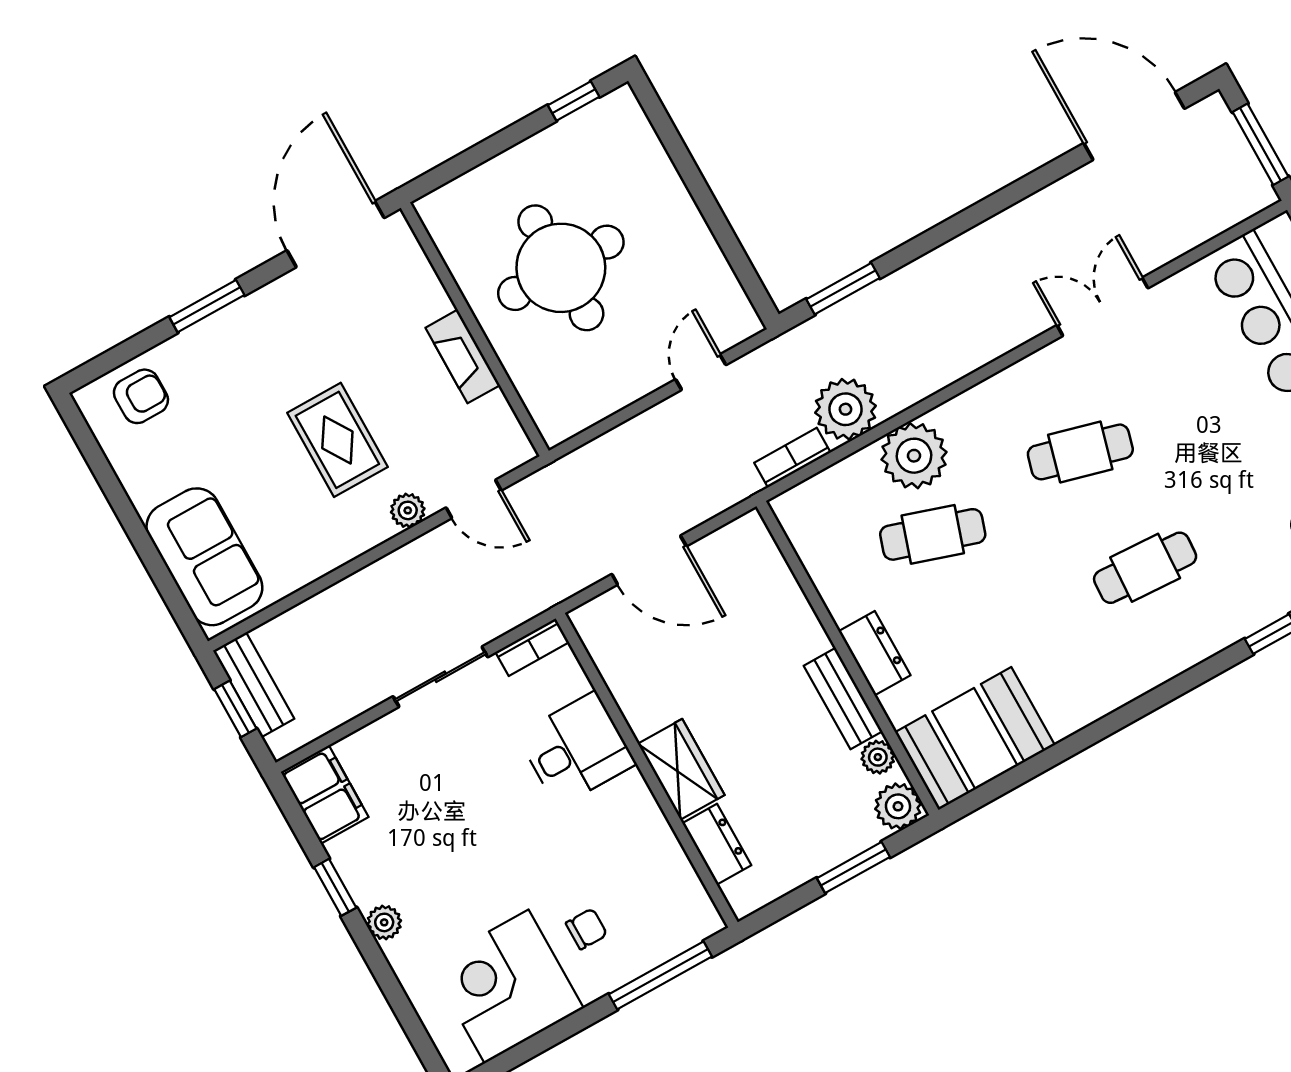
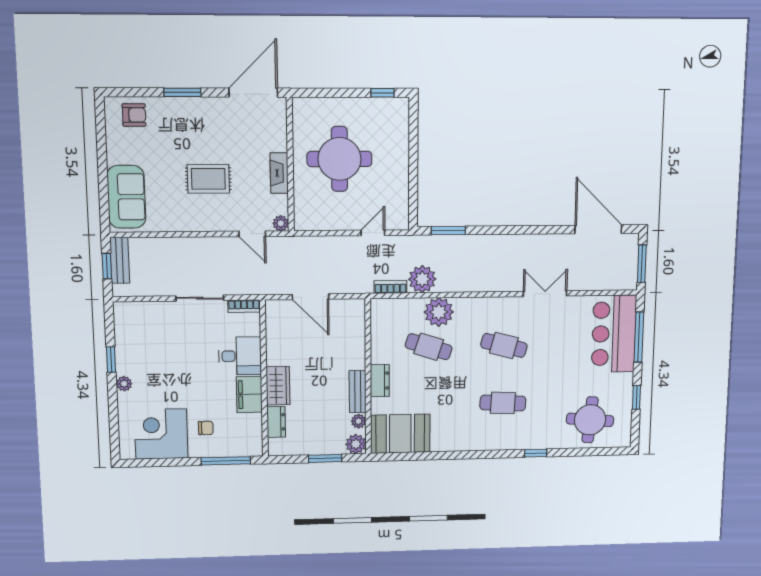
rug: (337, 440) -> (208, 179), turned 90
plant: (408, 510) -> (281, 223), moved
filing cabinet: (325, 795) -> (249, 394), moved, turned 180

